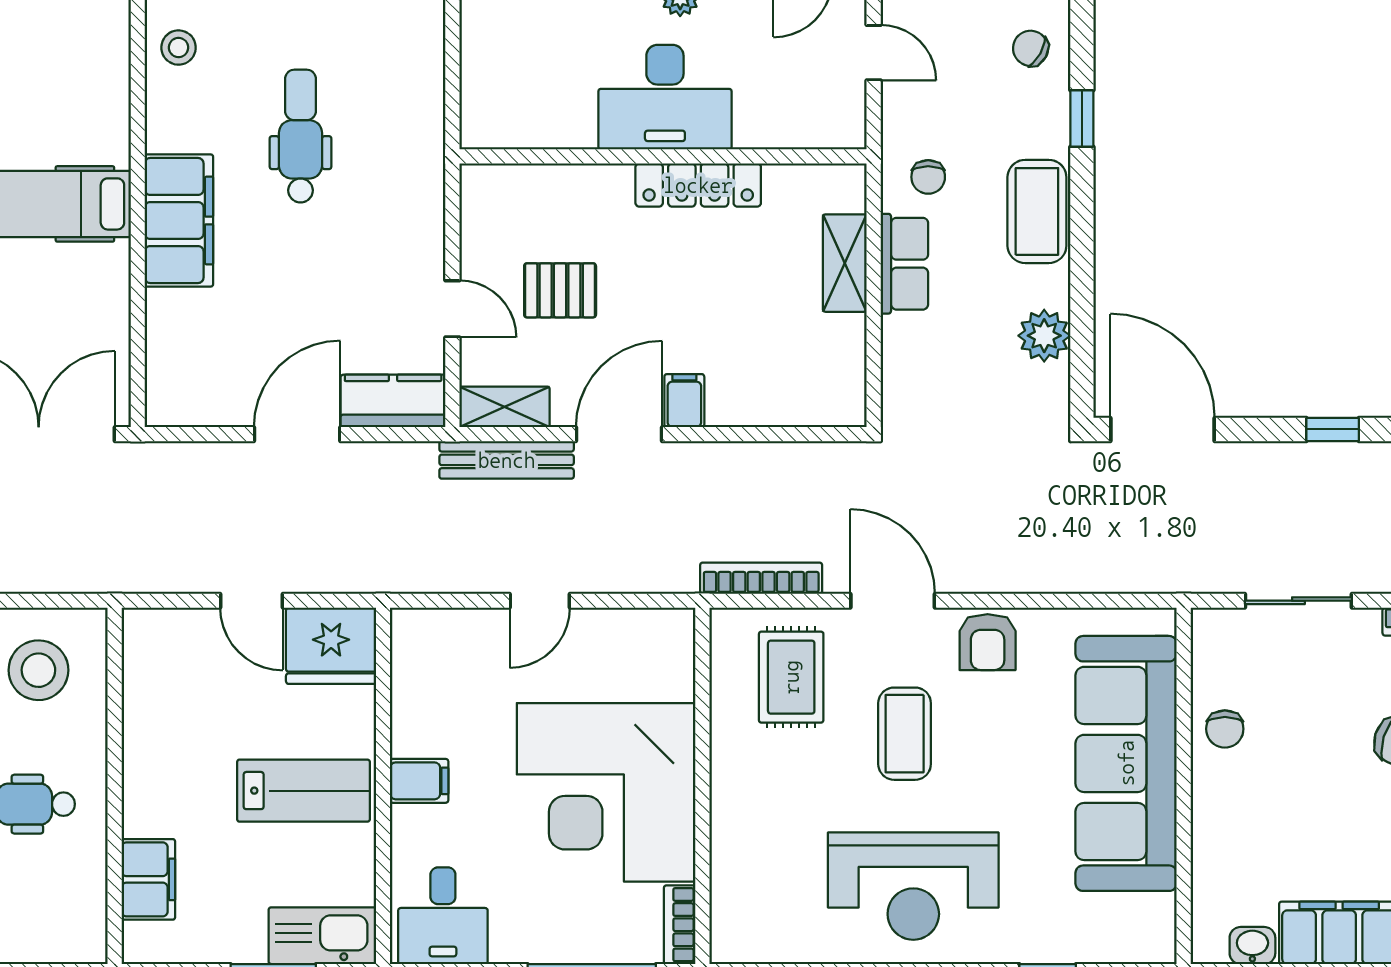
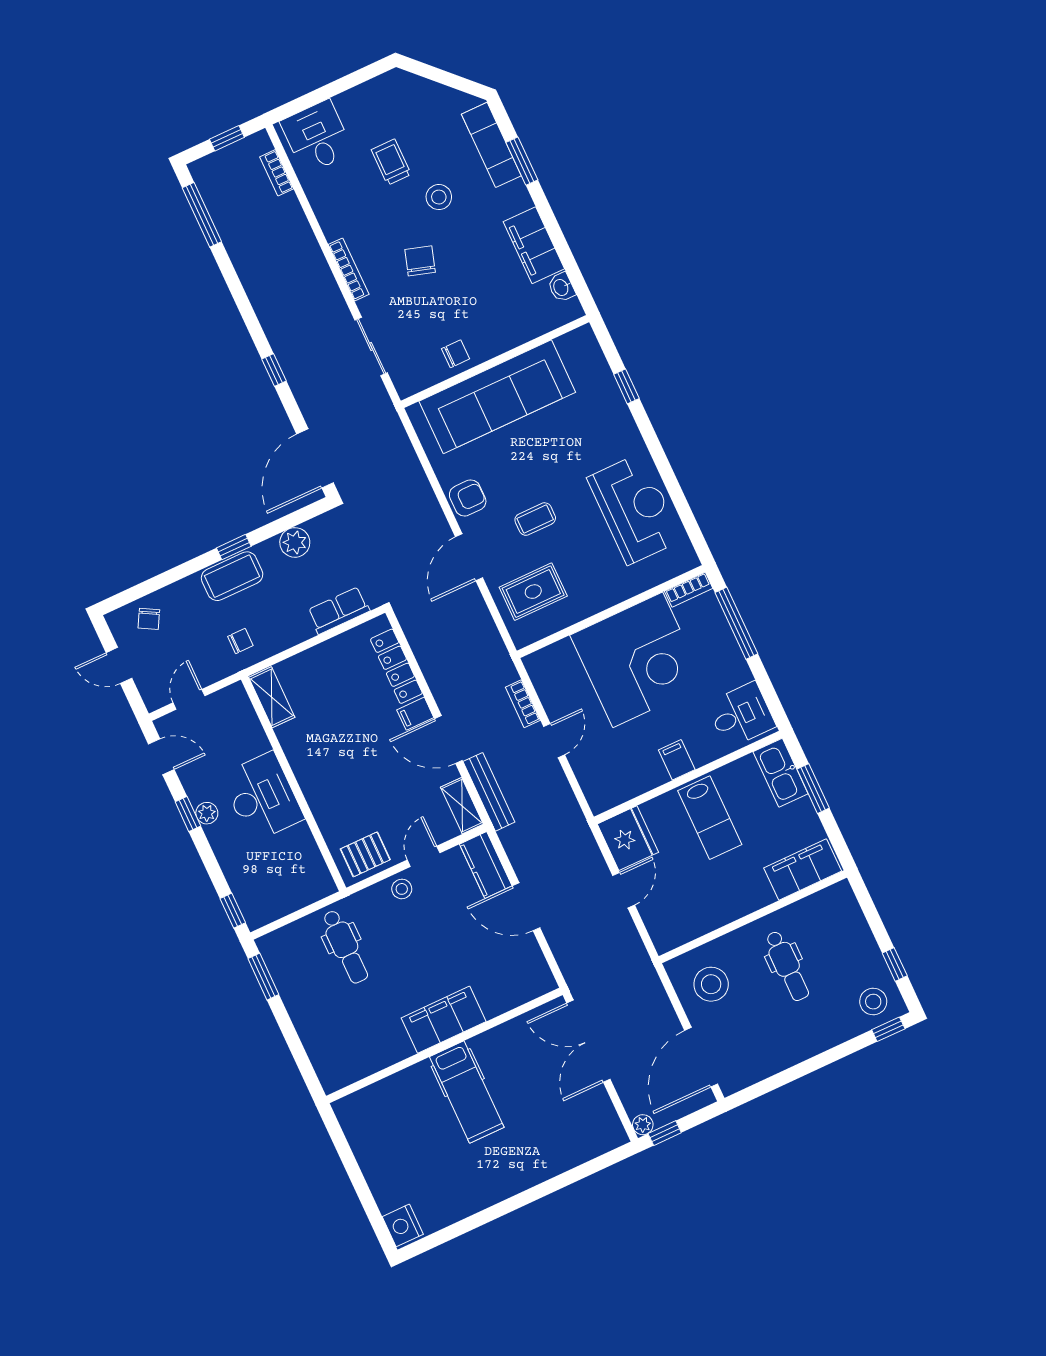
stool: (179, 48) -> (402, 889), moved
window: (1082, 118) -> (234, 547), moved
dental chair: (301, 136) -> (345, 947), moved, turned -90
locker: (698, 185) -> (396, 666), moved, turned 180
shelving: (845, 263) -> (272, 697), moved, turned 90
row of seats: (904, 264) -> (339, 610), moved
pallet: (560, 290) -> (365, 854), moved, turned 90
bookcase: (761, 578) -> (523, 704), moved, width x0.64
door: (540, 601) -> (554, 741), hinge flipped
coffee table: (905, 734) -> (535, 519), width x0.73, depth x0.77
lab bench: (303, 791) -> (710, 818), turned 180
filing cabinet: (148, 879) -> (803, 870), width x1.50, depth x1.17
reception desk: (913, 886) -> (634, 509), moved

